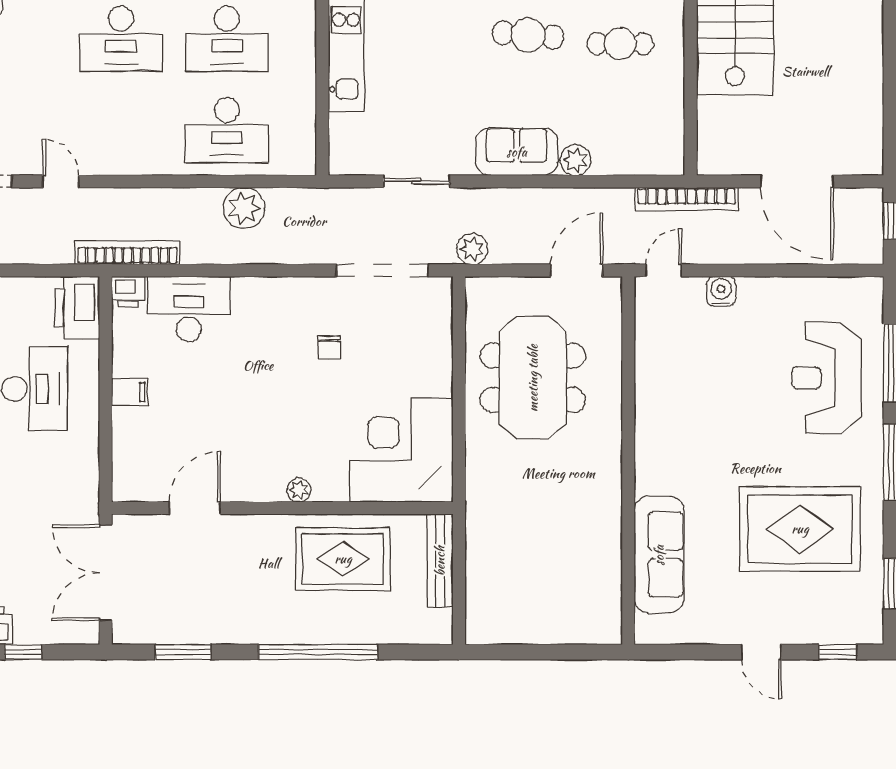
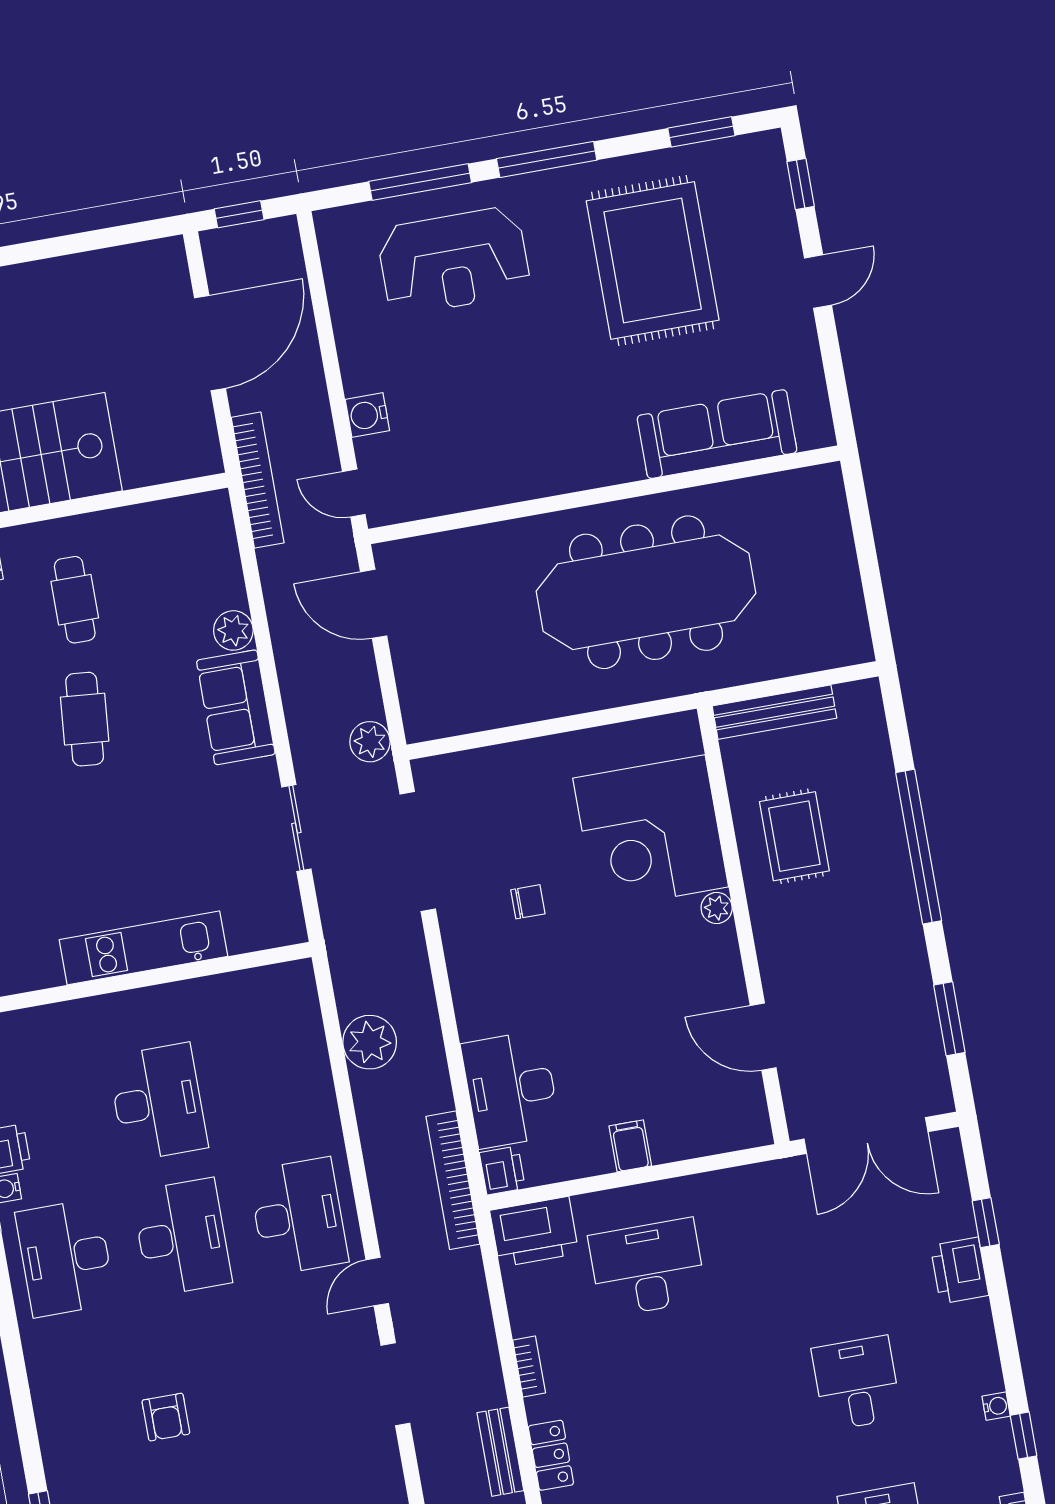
desk: (227, 130) -> (298, 1216), moved
meeting table: (533, 378) -> (646, 592), moved, width x1.36
corner desk: (401, 450) -> (651, 833), moved
rug: (343, 559) -> (794, 836), width x0.73, depth x0.70

